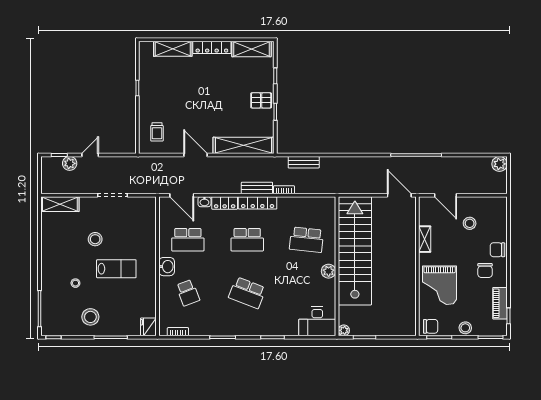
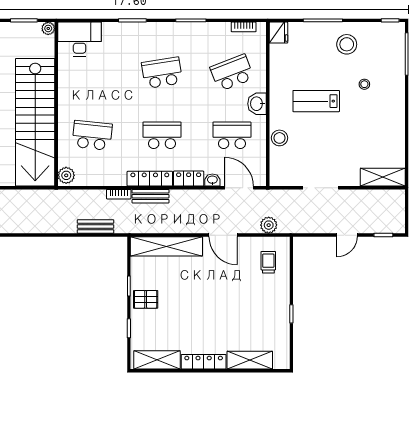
plant: (70, 163) -> (269, 225), moved
stool: (95, 239) -> (279, 138), moved
plant: (329, 271) -> (66, 175), moved
school desk: (188, 293) -> (232, 73), width x1.85
school desk: (247, 293) -> (162, 73), turned -30

